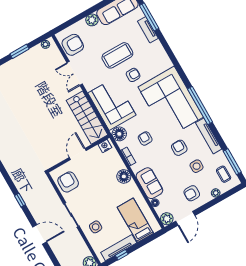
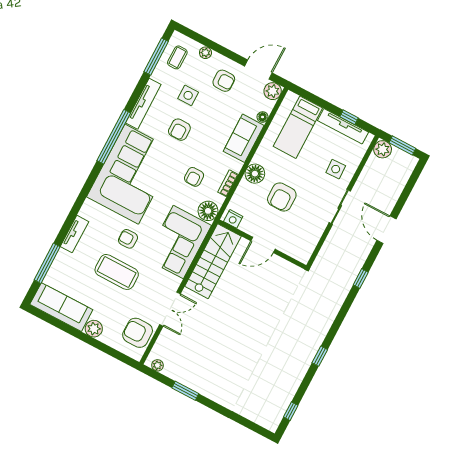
tv unit: (148, 30) -> (74, 234), moved
armchair: (68, 182) -> (282, 197), moved

